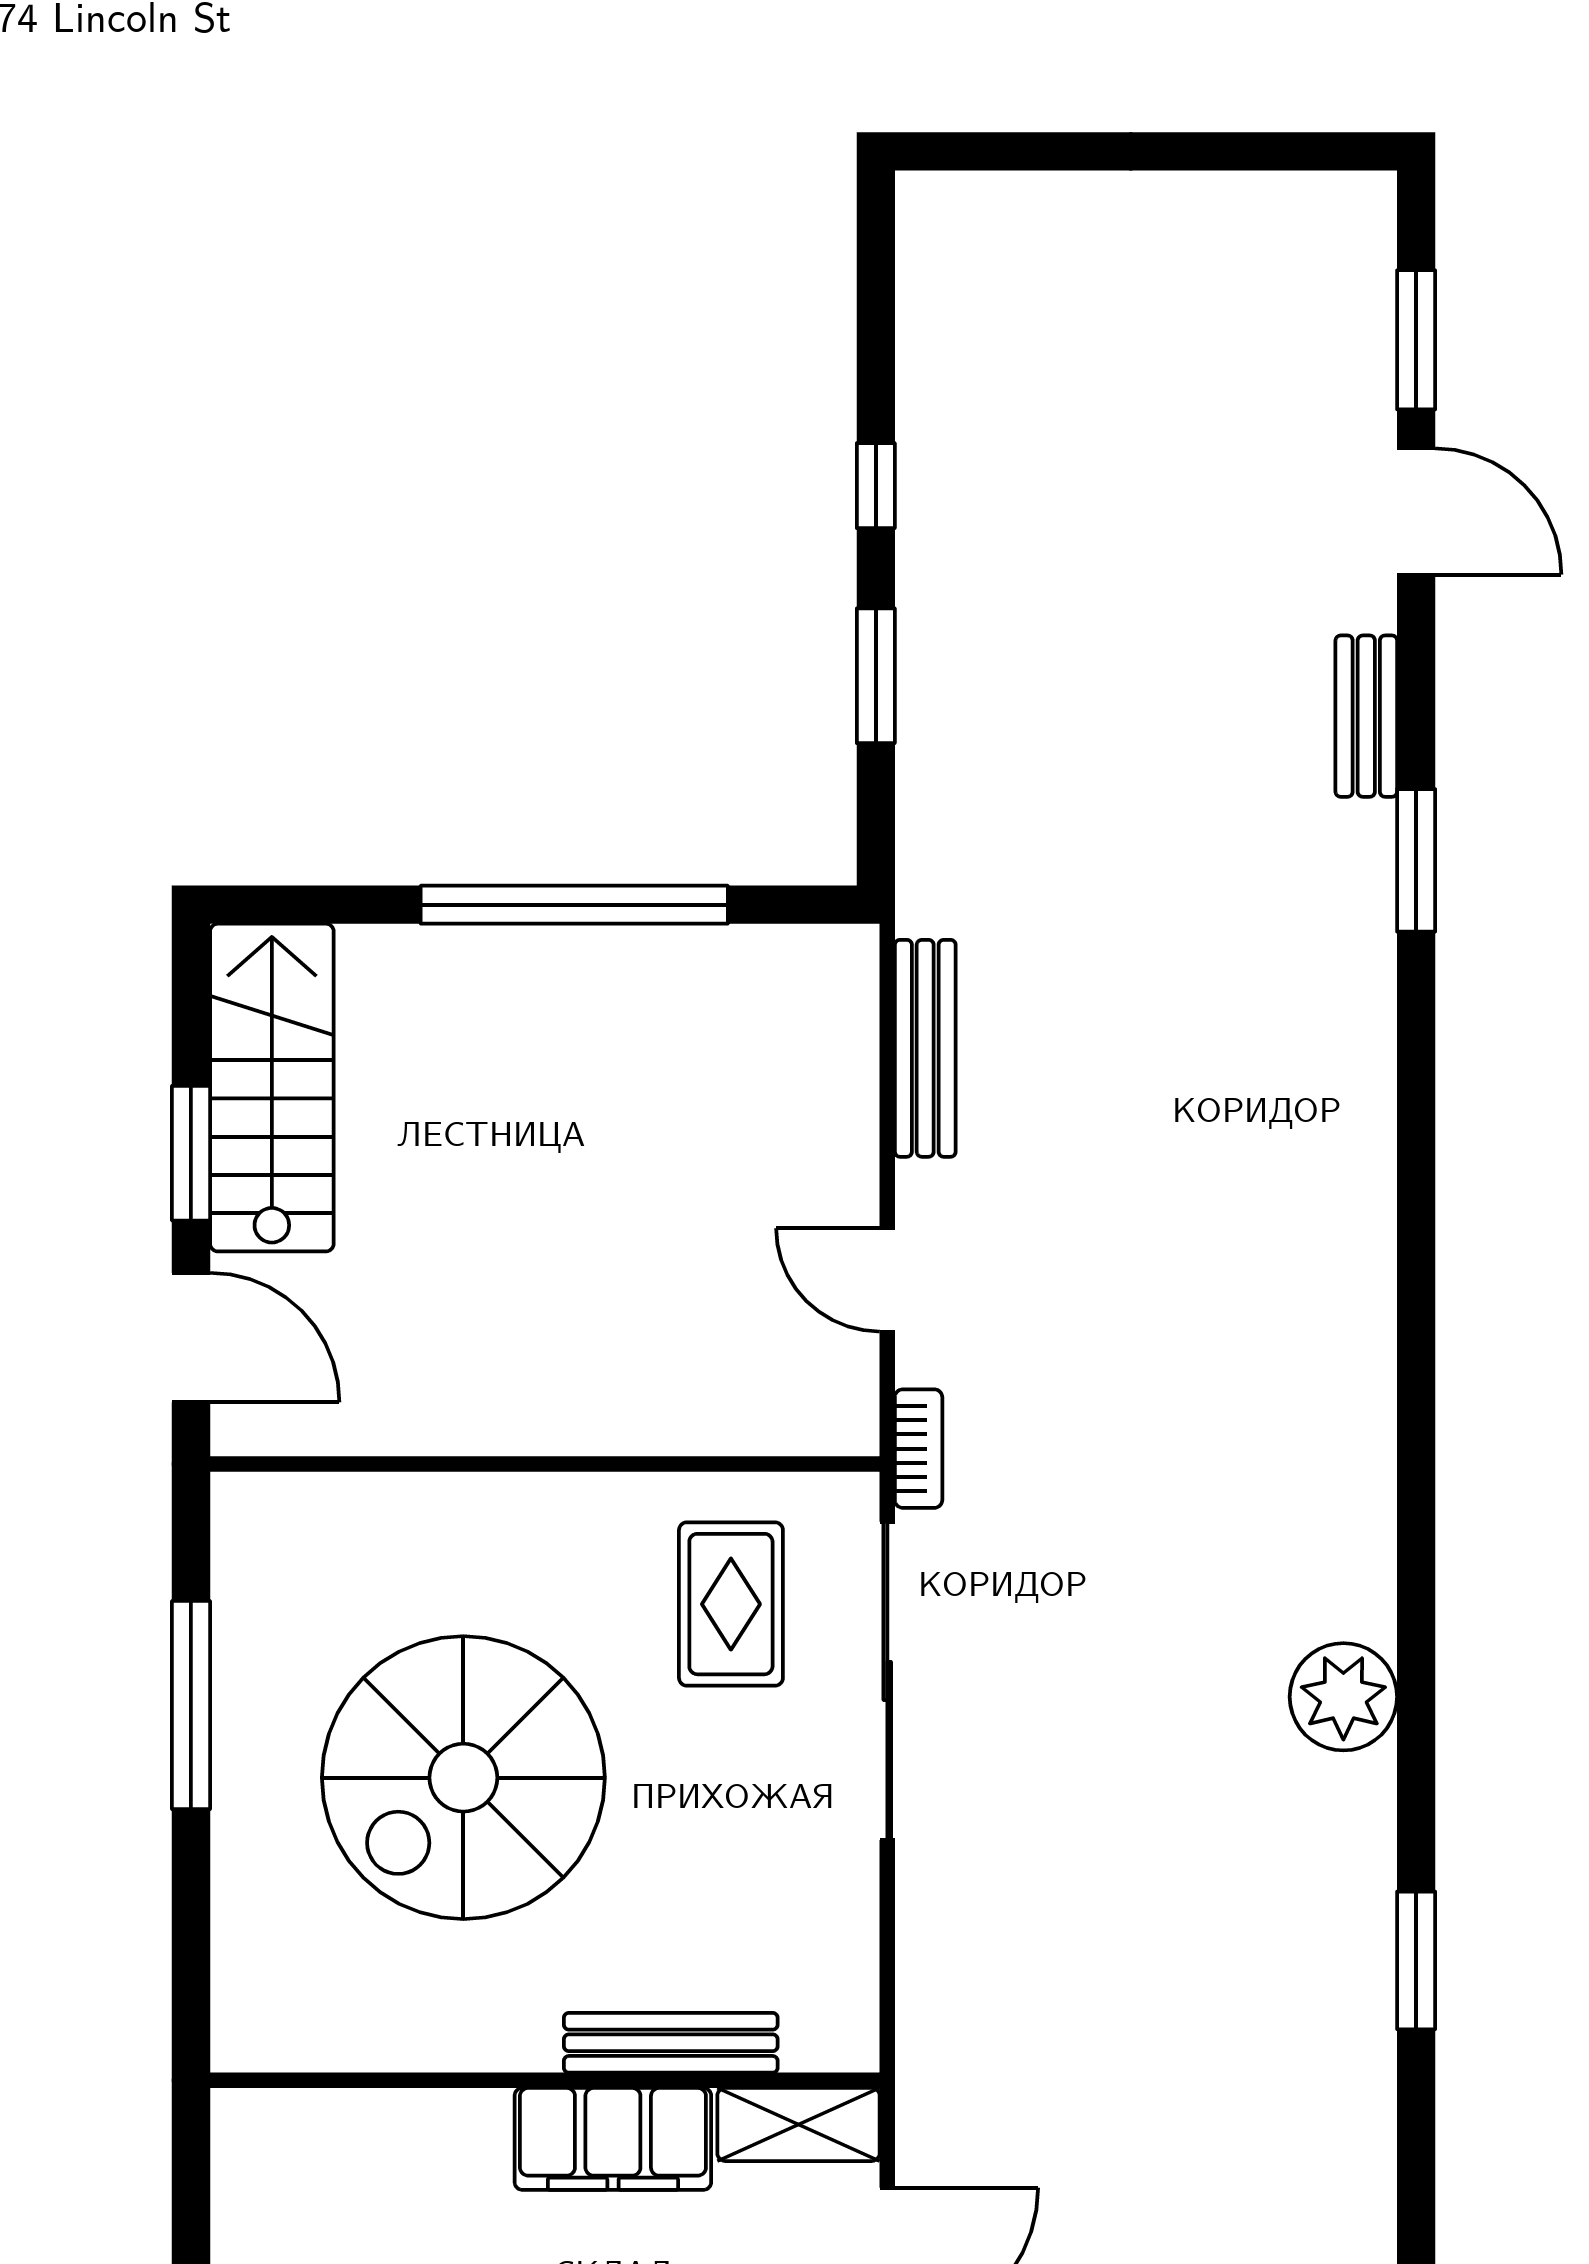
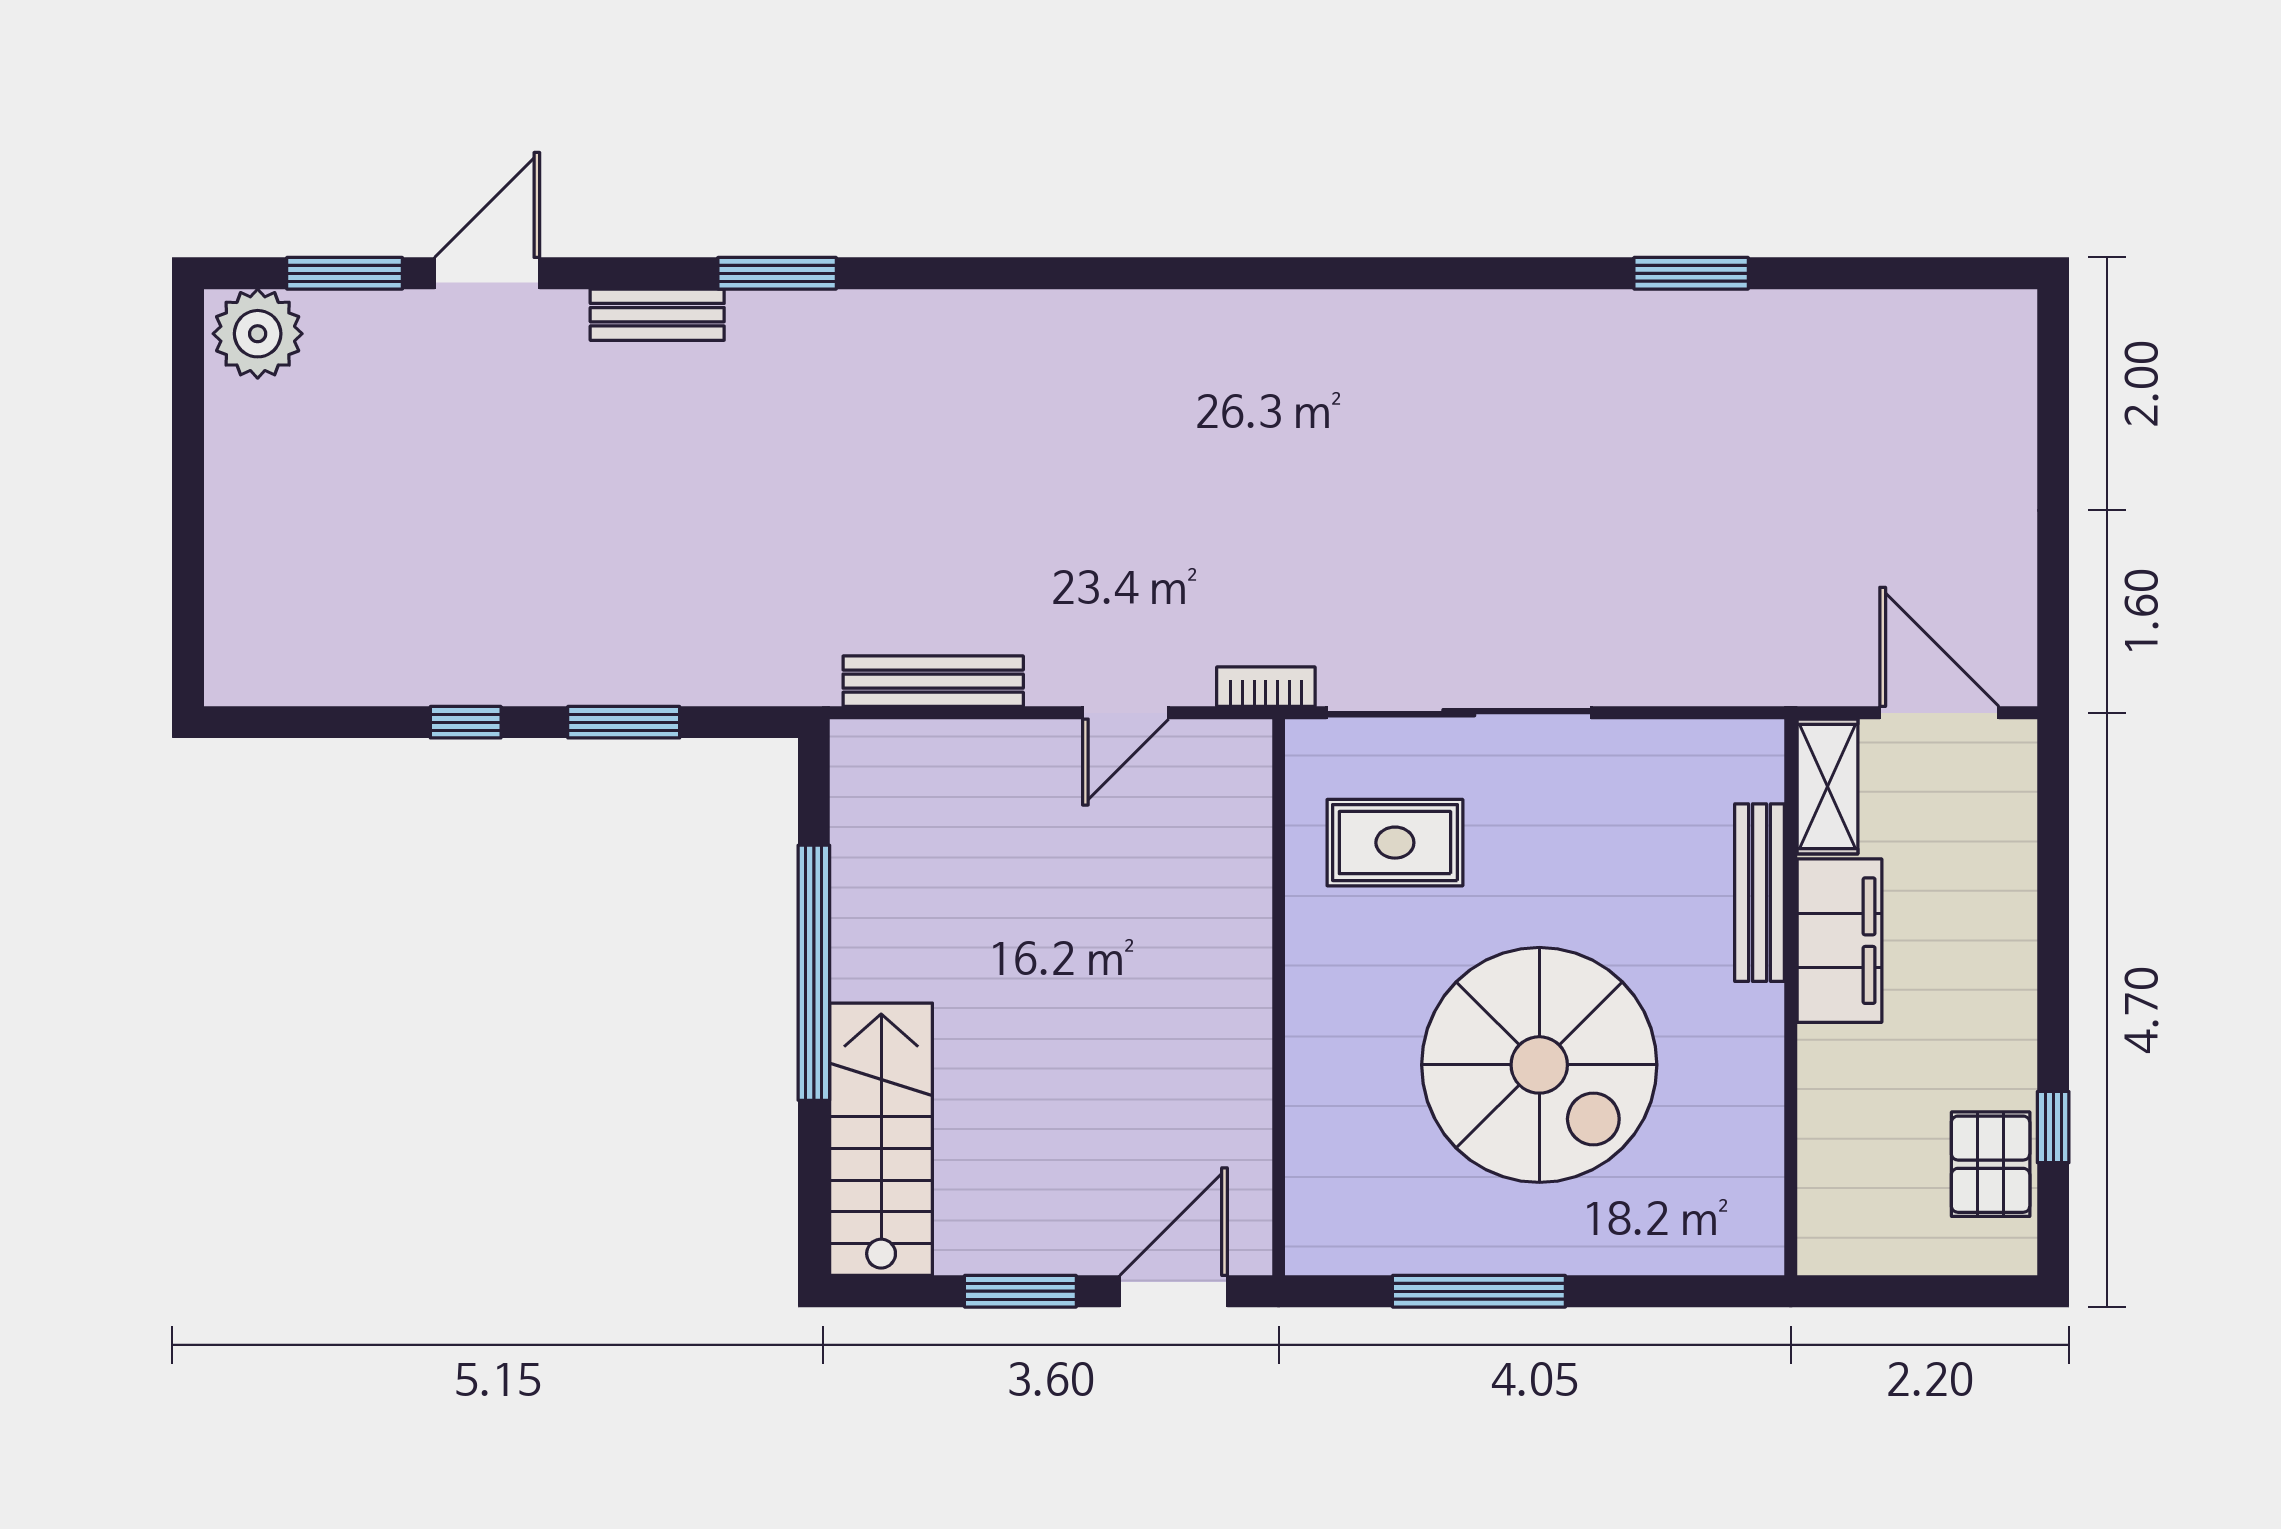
stairs: (272, 1088) -> (881, 1139), moved, turned 90
plant: (1343, 1697) -> (258, 334), moved

